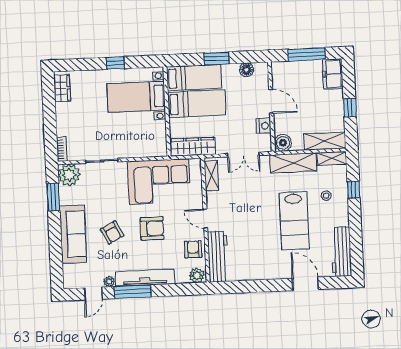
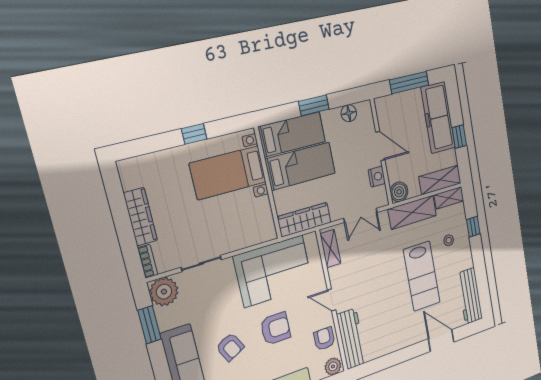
freezer: (333, 74) -> (438, 118), width x1.91, depth x1.26
wardrobe: (62, 88) -> (140, 217), moved, width x1.50

